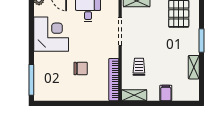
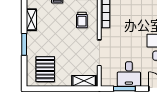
chair: (81, 68) -> (136, 19), removed

